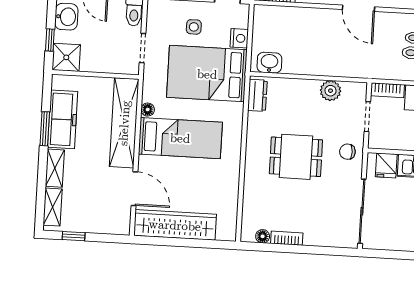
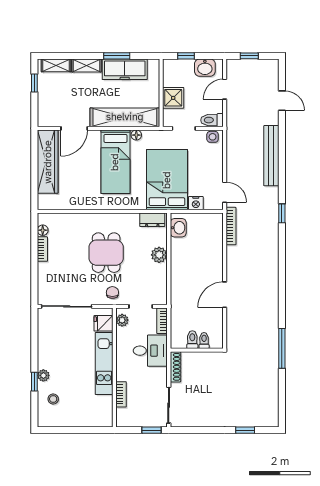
side table: (194, 27) -> (213, 137), moved
shower: (66, 57) -> (173, 98), moved
plant: (330, 91) -> (159, 255), moved
plant: (384, 141) -> (122, 320), added

